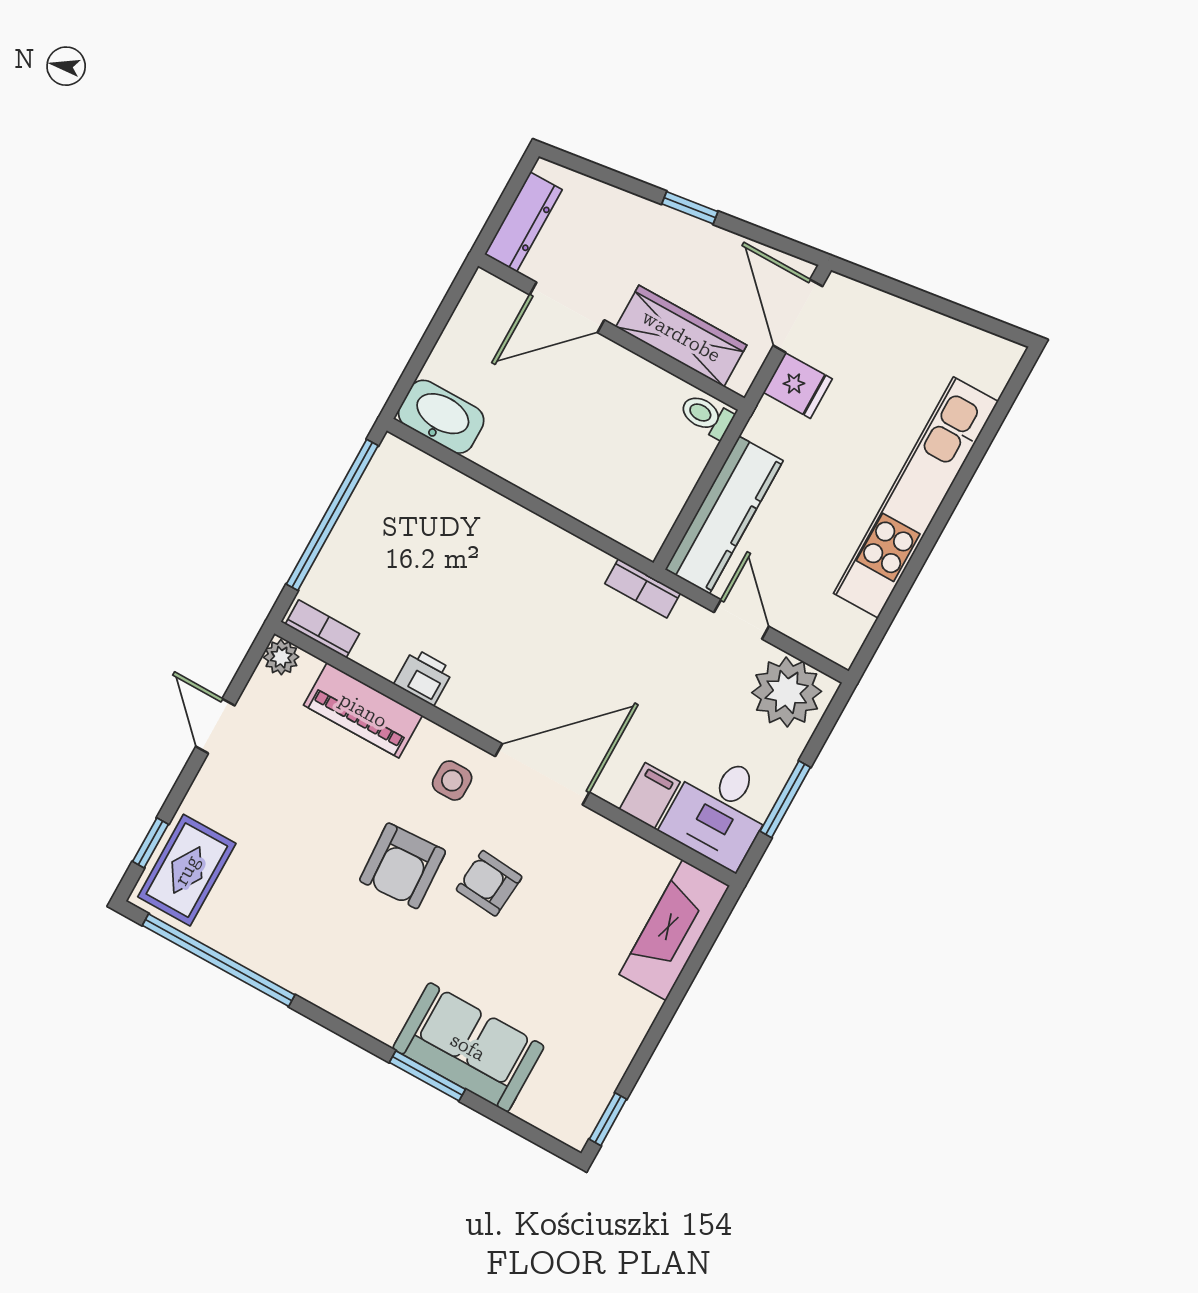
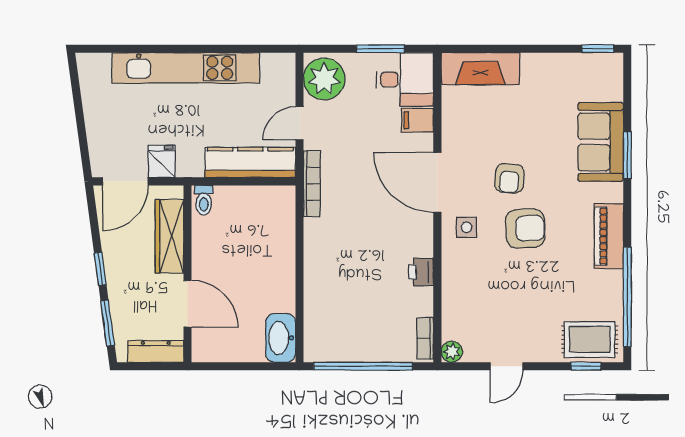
window: (604, 174) -> (108, 323), added
bookcase: (643, 588) -> (312, 184), width x1.56
piano: (363, 710) -> (609, 236), moved, turned 180

